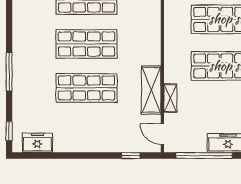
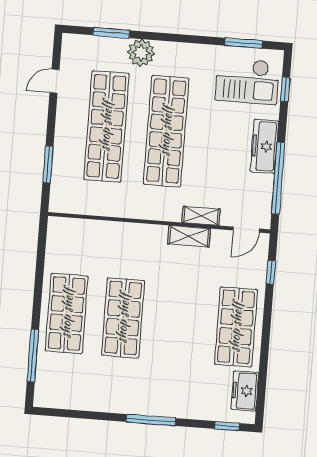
shop shelf: (86, 88) -> (236, 327), moved
shelving: (151, 90) -> (189, 236), width x0.67, depth x0.75

